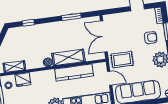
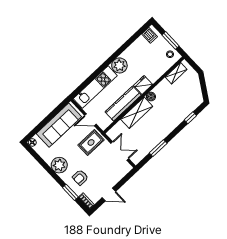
double door: (104, 36) -> (120, 151), width x0.73
fridge: (23, 80) -> (143, 85), moved

